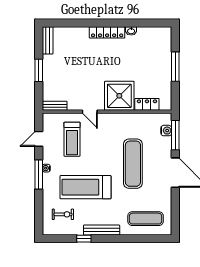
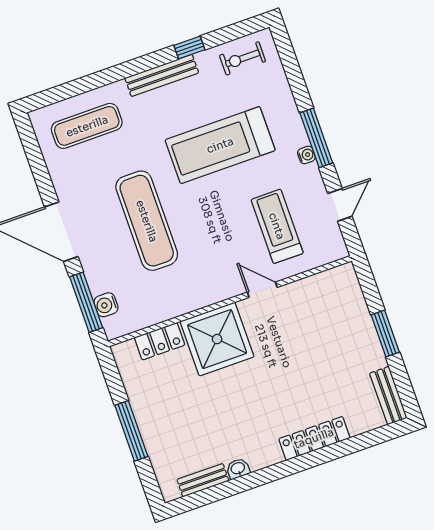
locker: (107, 32) -> (314, 438), moved
bench: (55, 106) -> (203, 480), moved
treadmill: (85, 187) -> (220, 145), turned 180
exercise bike: (63, 214) -> (243, 58), moved

